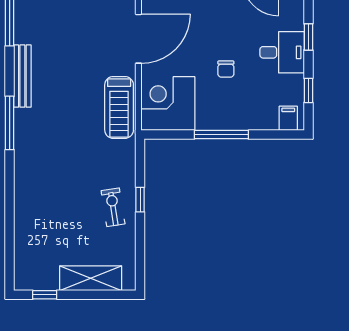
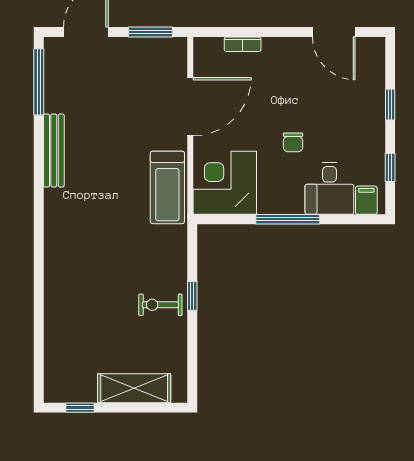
desk: (282, 52) -> (329, 188), moved, turned 90
window: (10, 123) -> (39, 206), removed
exercise bike: (113, 207) -> (160, 305), turned -81

